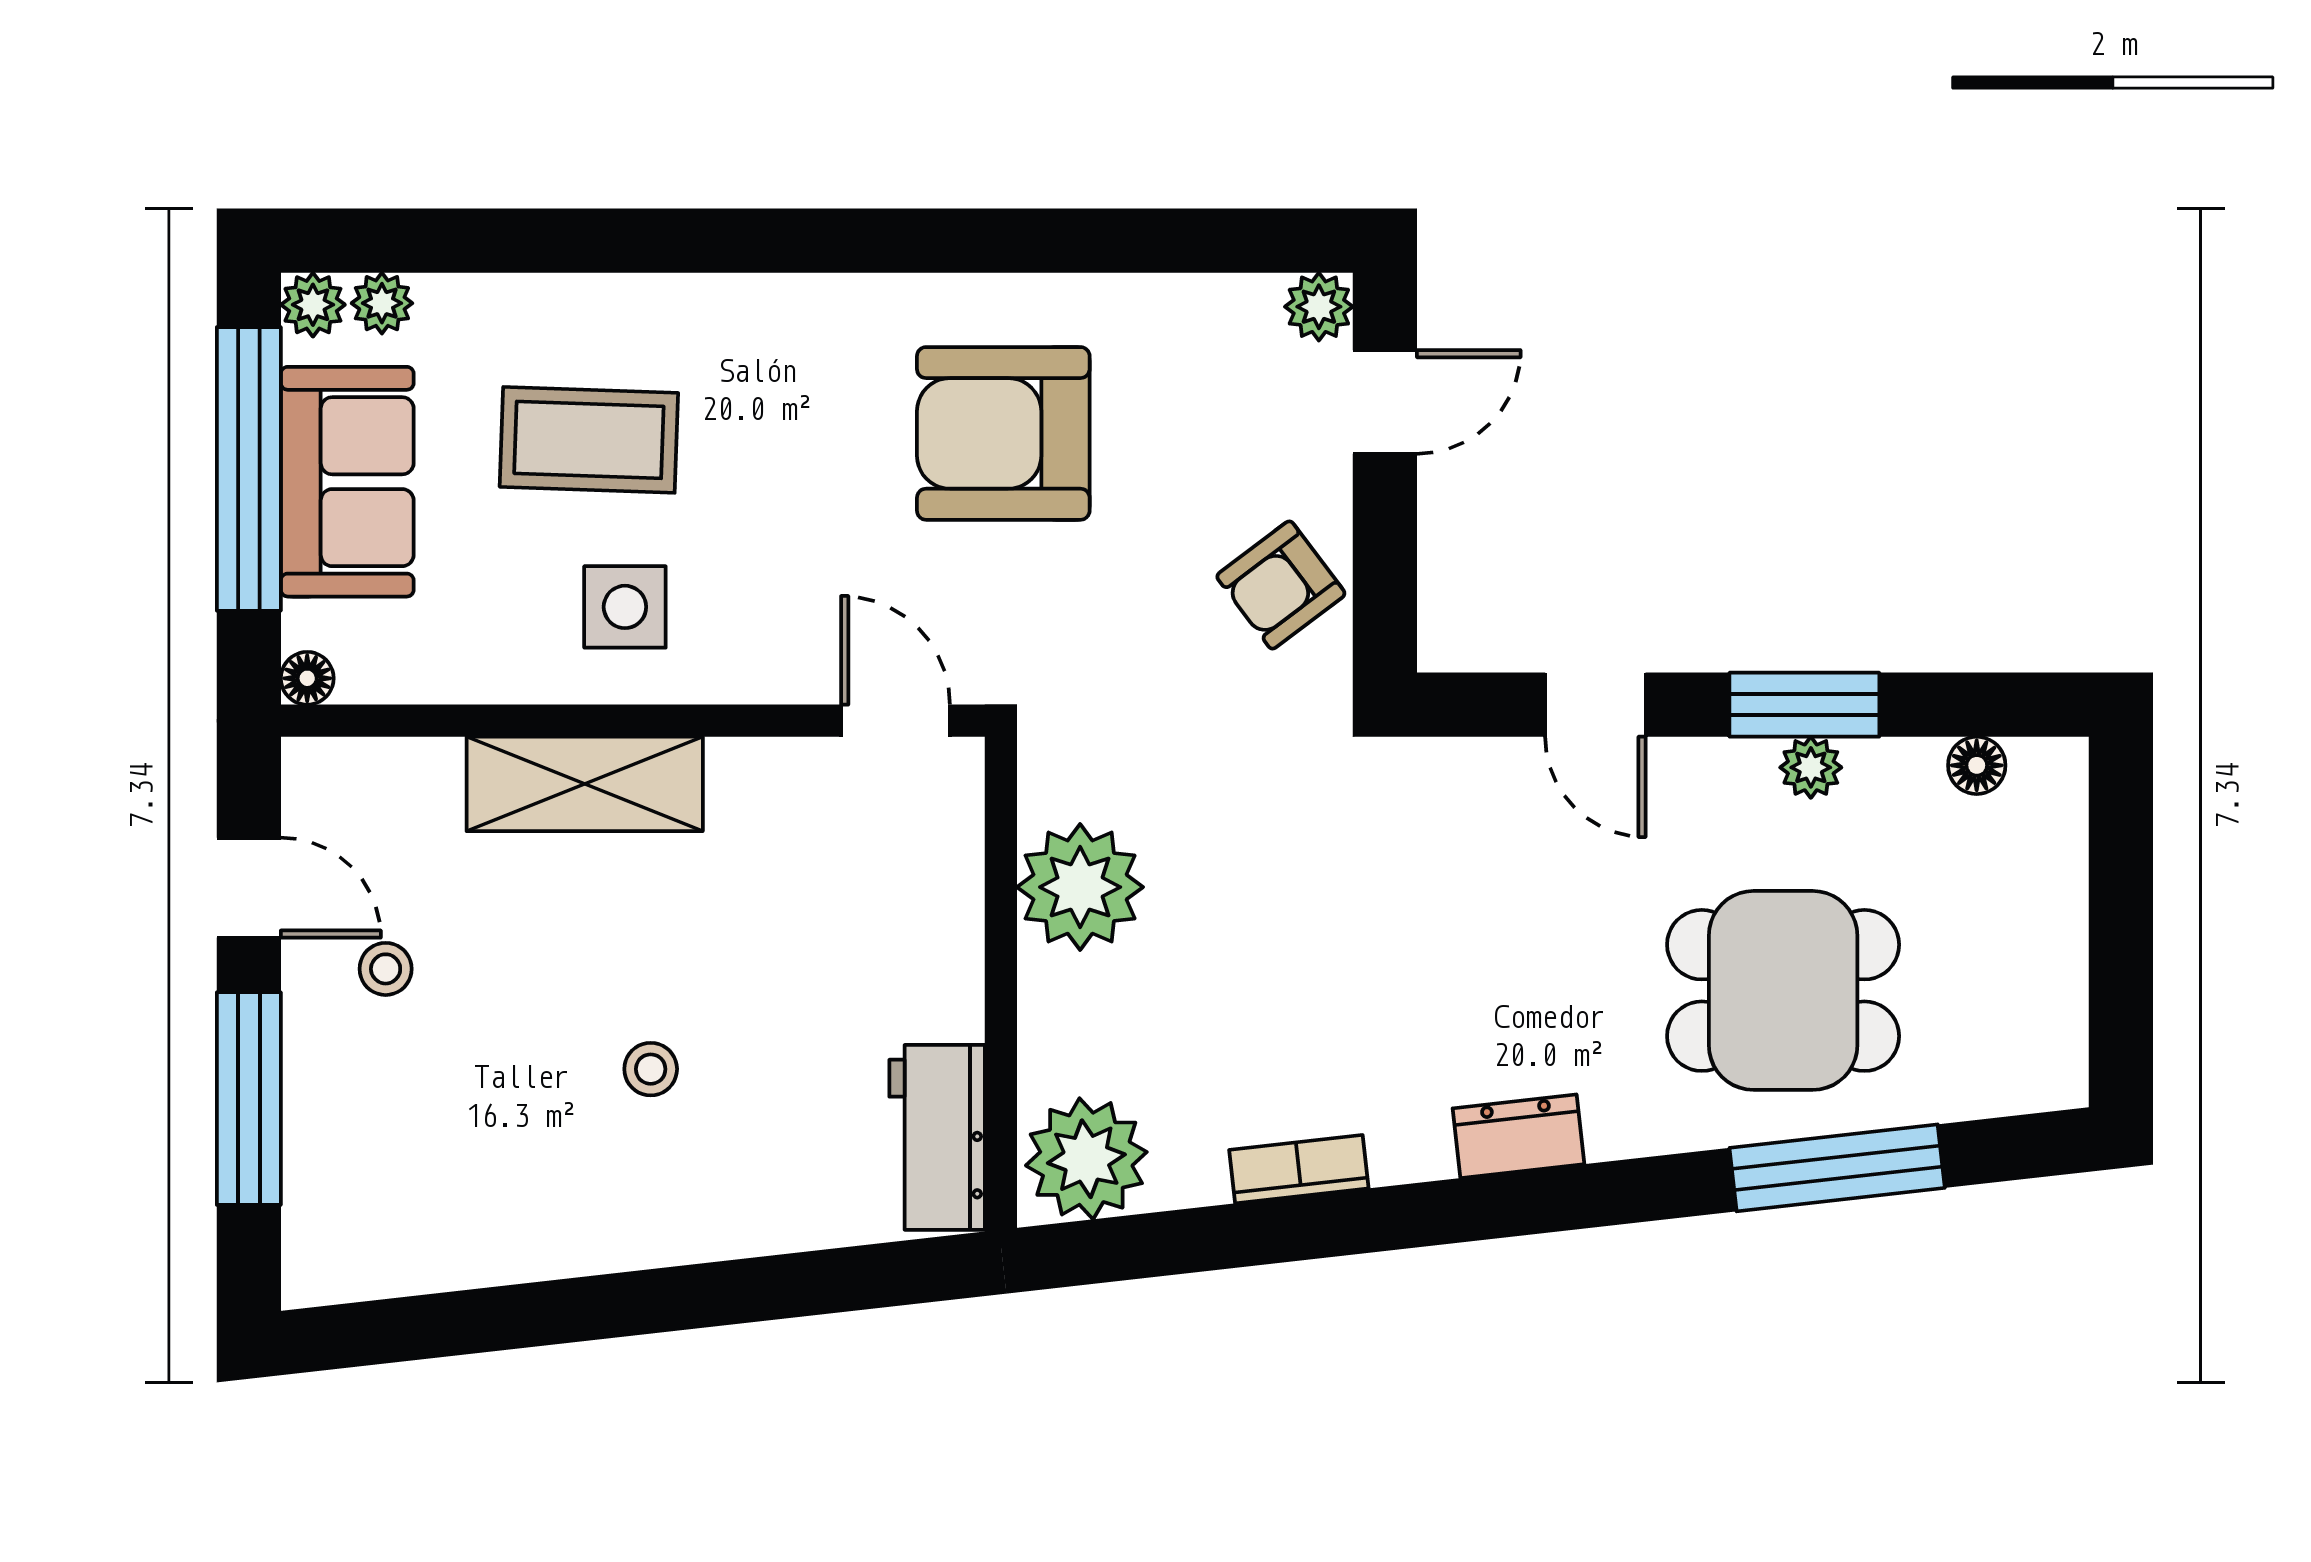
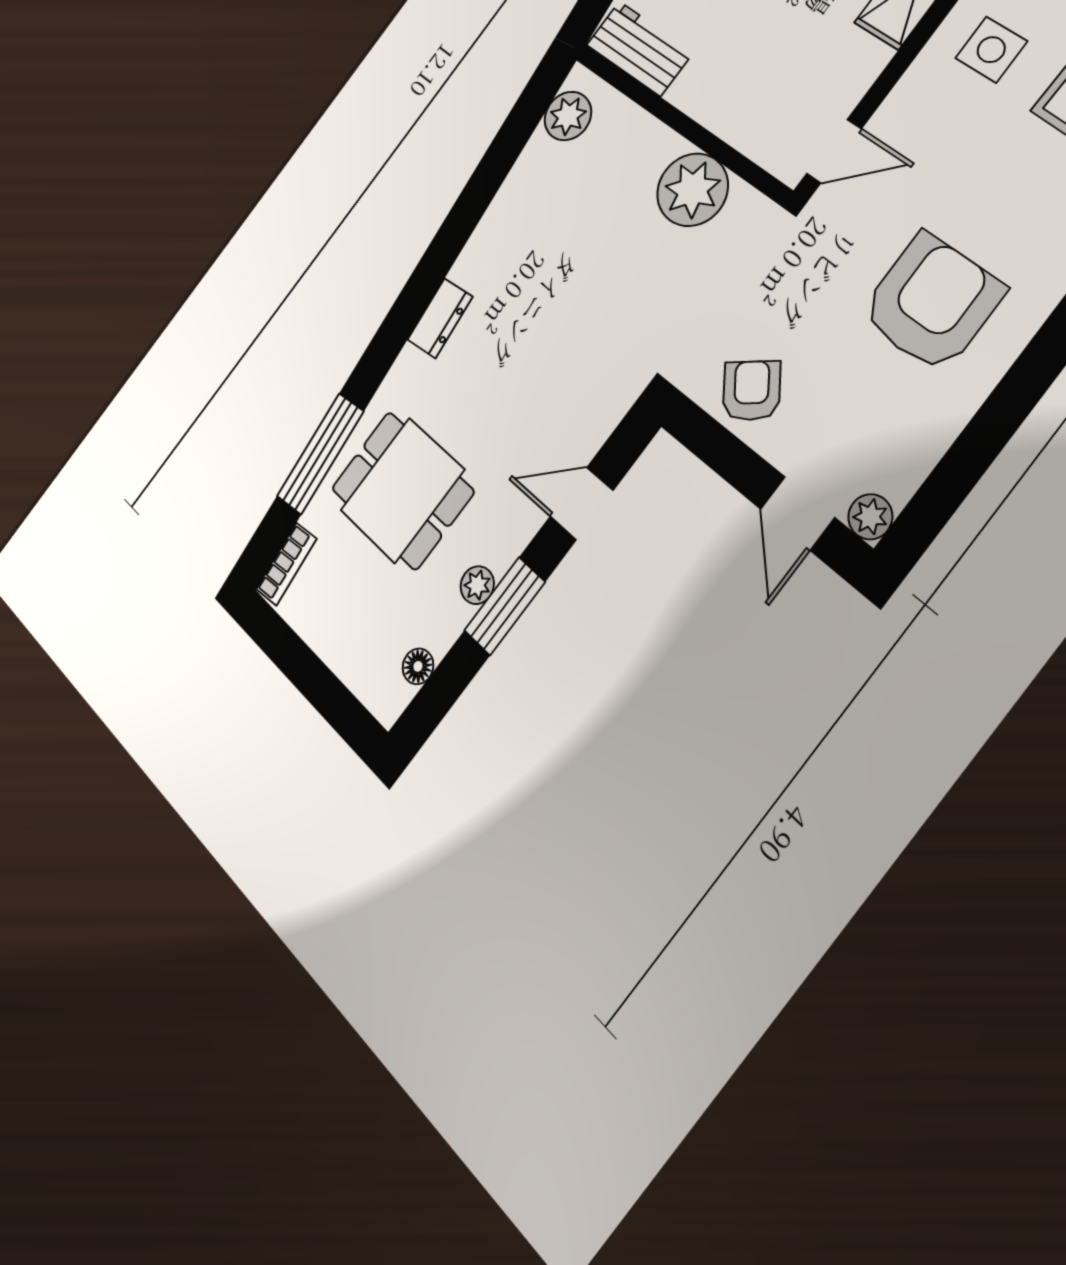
dining table: (1783, 990) -> (402, 490), turned 90
plant: (1086, 1159) -> (568, 116), width x0.73, depth x0.73
bookcase: (1299, 1169) -> (286, 564), moved

